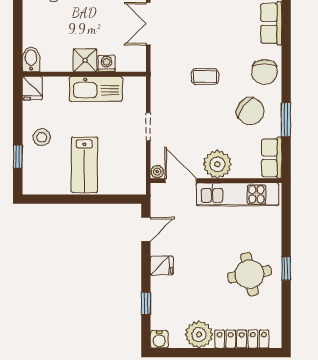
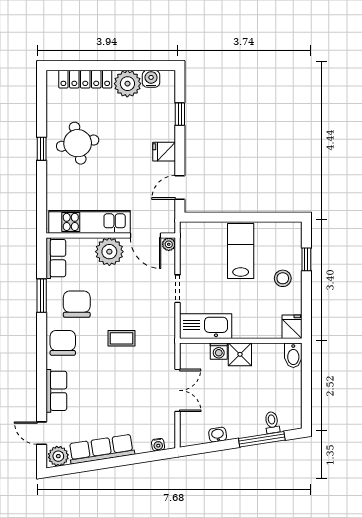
kitchen sink: (96, 89) -> (206, 326), moved
chair: (250, 111) -> (77, 304), turned 53
water cooler: (159, 339) -> (151, 79), moved

